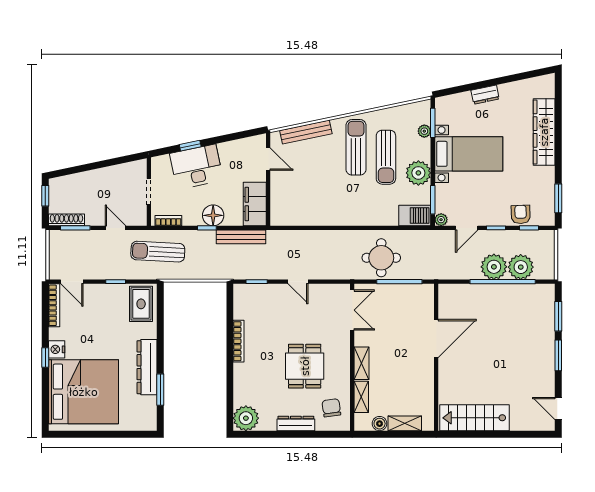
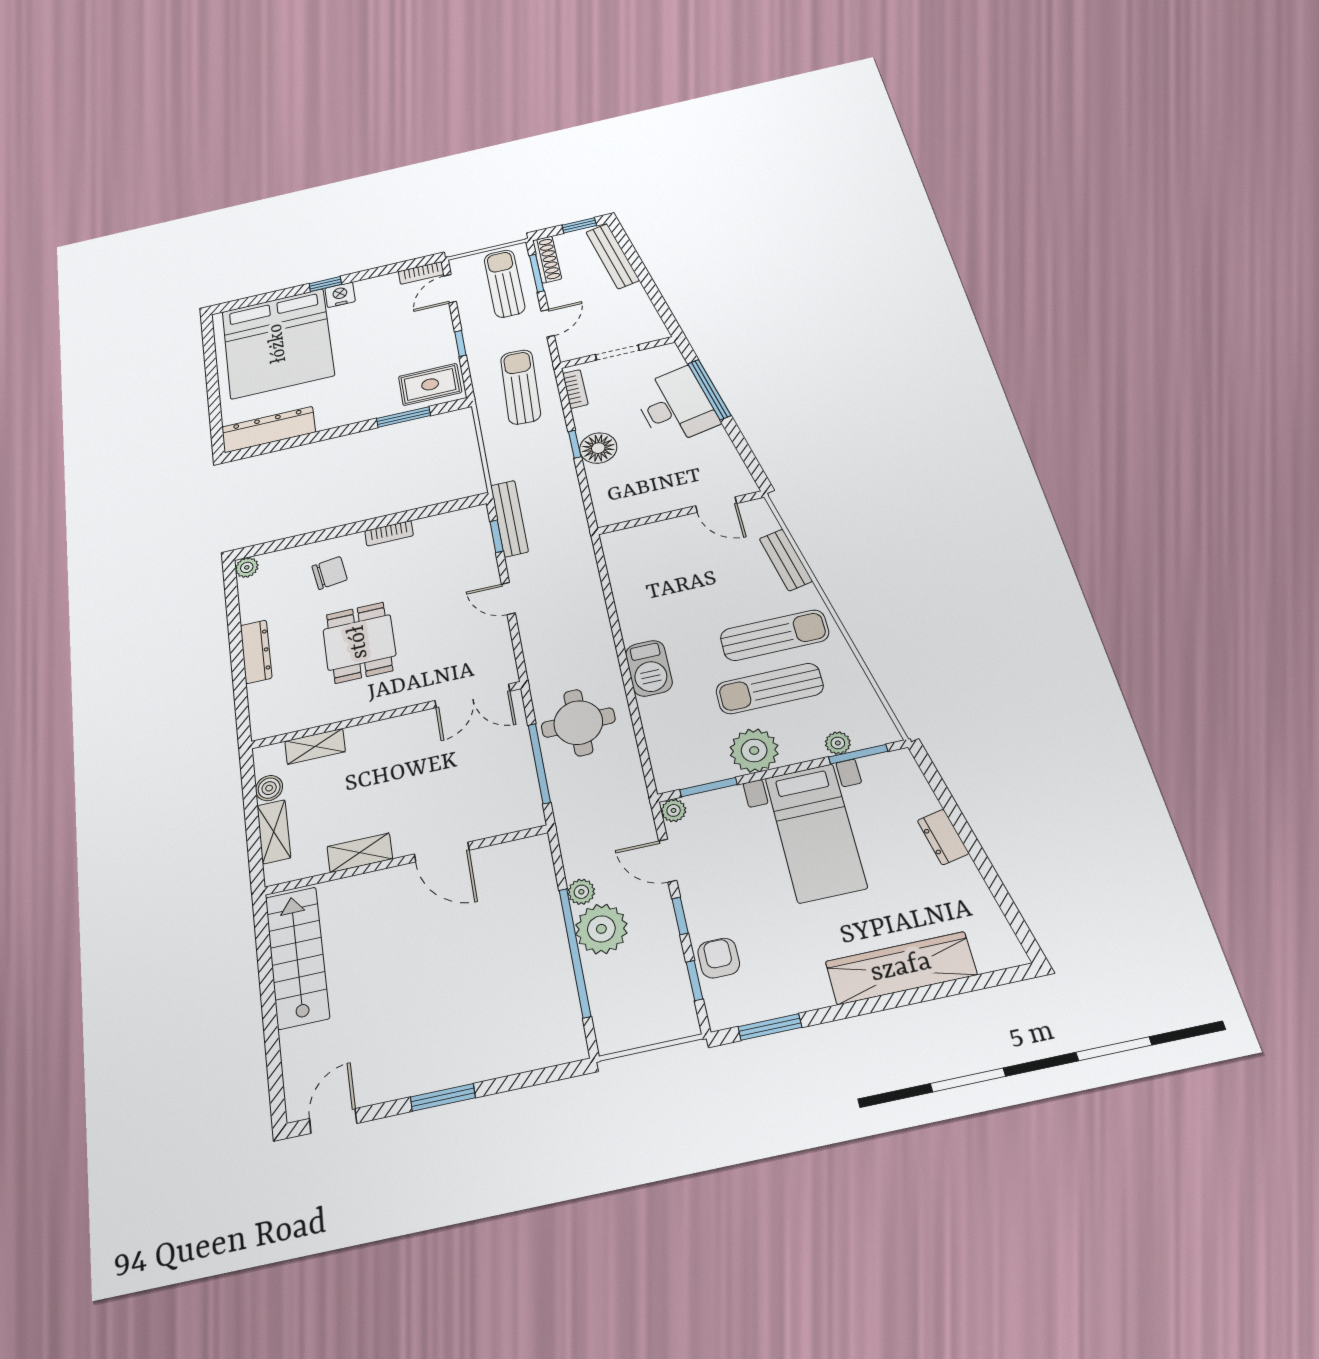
bench: (306, 132) -> (786, 560), width x0.73
window: (190, 146) -> (709, 389), width x2.17
door: (268, 159) -> (716, 505), hinge flipped
bench: (76, 180) -> (613, 256), added
filing cabinet: (255, 204) -> (632, 503), removed
armchair: (521, 214) -> (719, 958), turned -88
barbecue: (415, 216) -> (649, 668), moved
bench: (241, 237) -> (509, 518), moved
sun lounger: (78, 248) -> (504, 283), added
plant: (521, 267) -> (581, 892), moved, width x0.53, depth x0.53
door: (298, 282) -> (508, 599), hinge flipped
bookcase: (54, 305) -> (421, 273), width x0.64
window: (558, 316) -> (524, 1080), removed
door: (436, 339) -> (442, 852), width x0.73
bookcase: (239, 341) -> (389, 533), width x0.64
shelving: (362, 363) -> (360, 853), moved
dining table: (305, 366) -> (359, 642), turned 90
dresser: (147, 367) -> (269, 430), moved
window: (160, 390) -> (403, 417), moved
chair: (331, 408) -> (330, 573), moved
plant: (246, 418) -> (247, 567), width x0.53, depth x0.53

